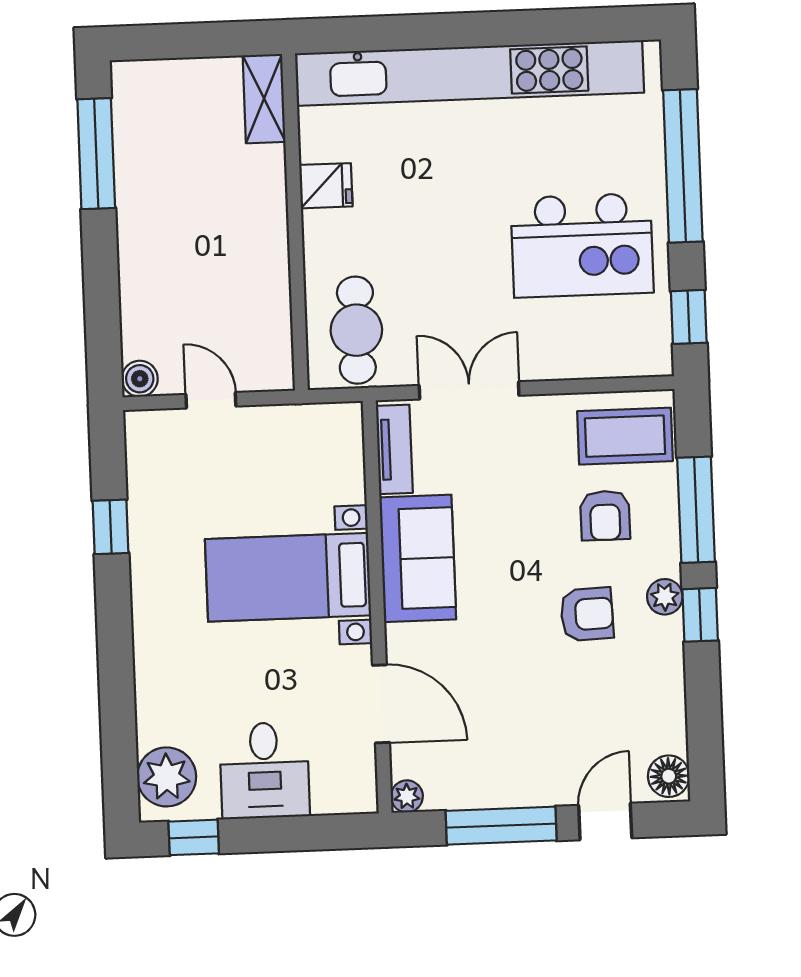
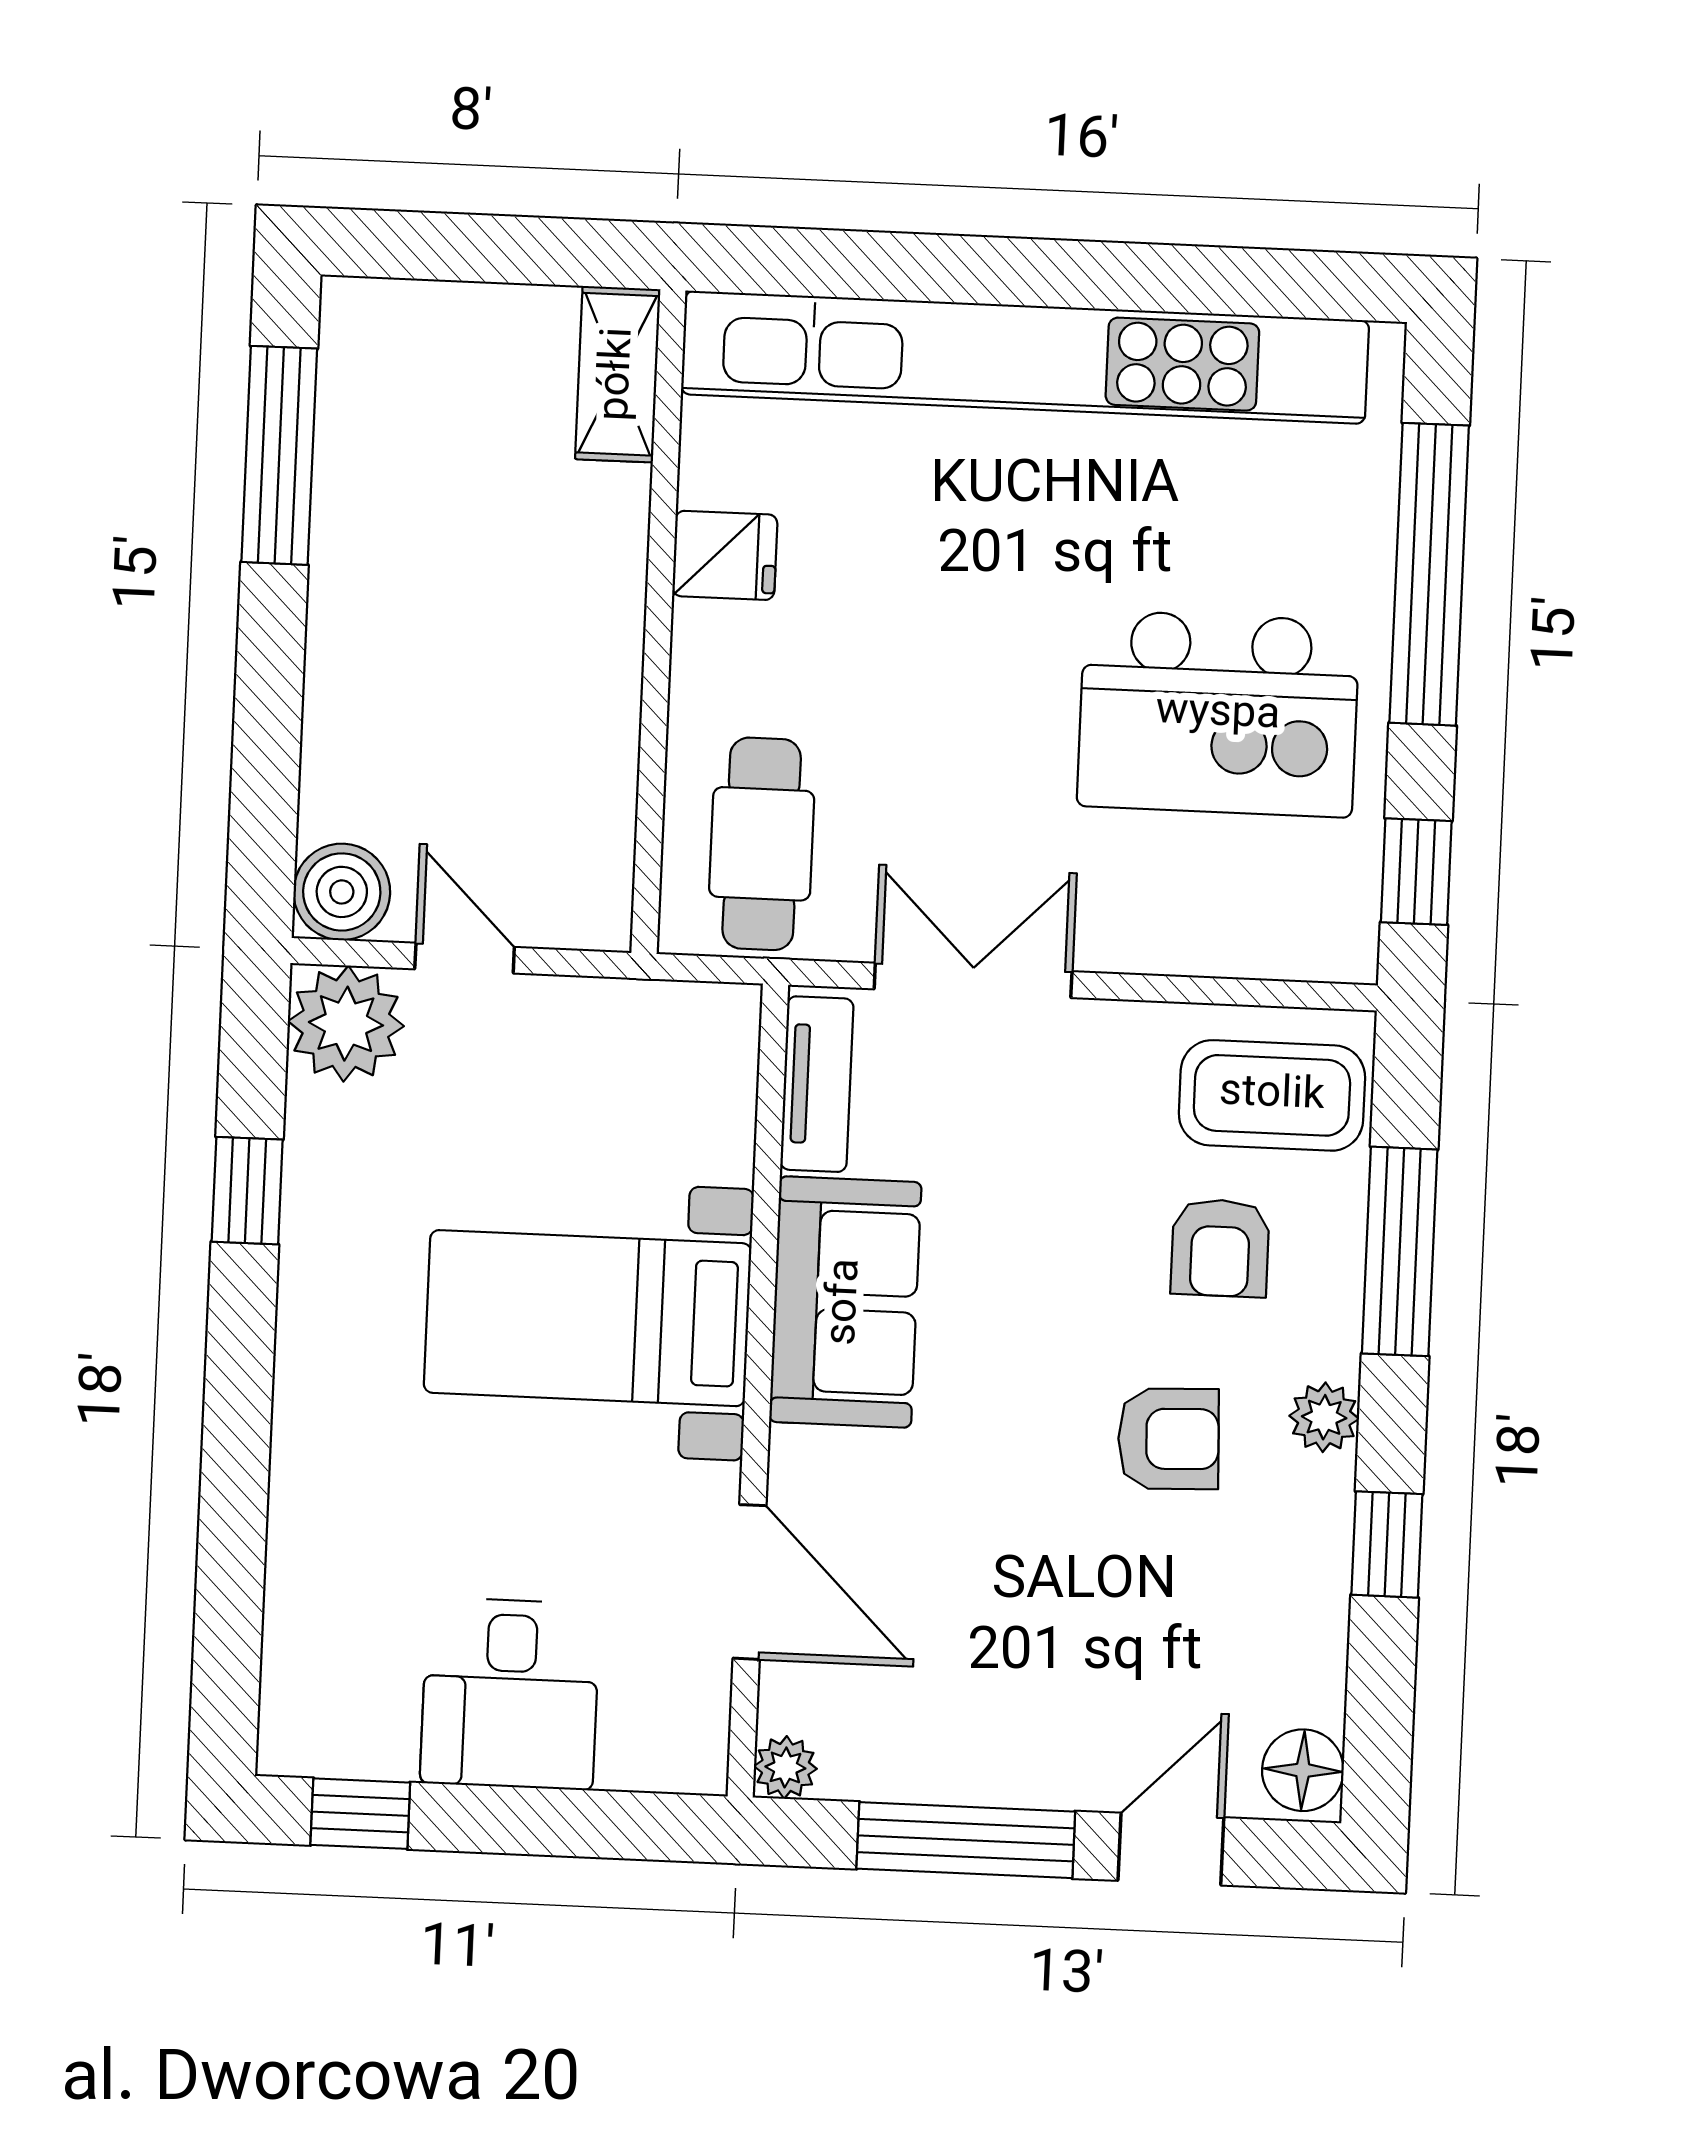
boiler: (140, 379) -> (342, 892), width x1.36, depth x1.36
window: (700, 615) -> (1387, 1544), moved
plant: (167, 777) -> (346, 1024), moved

